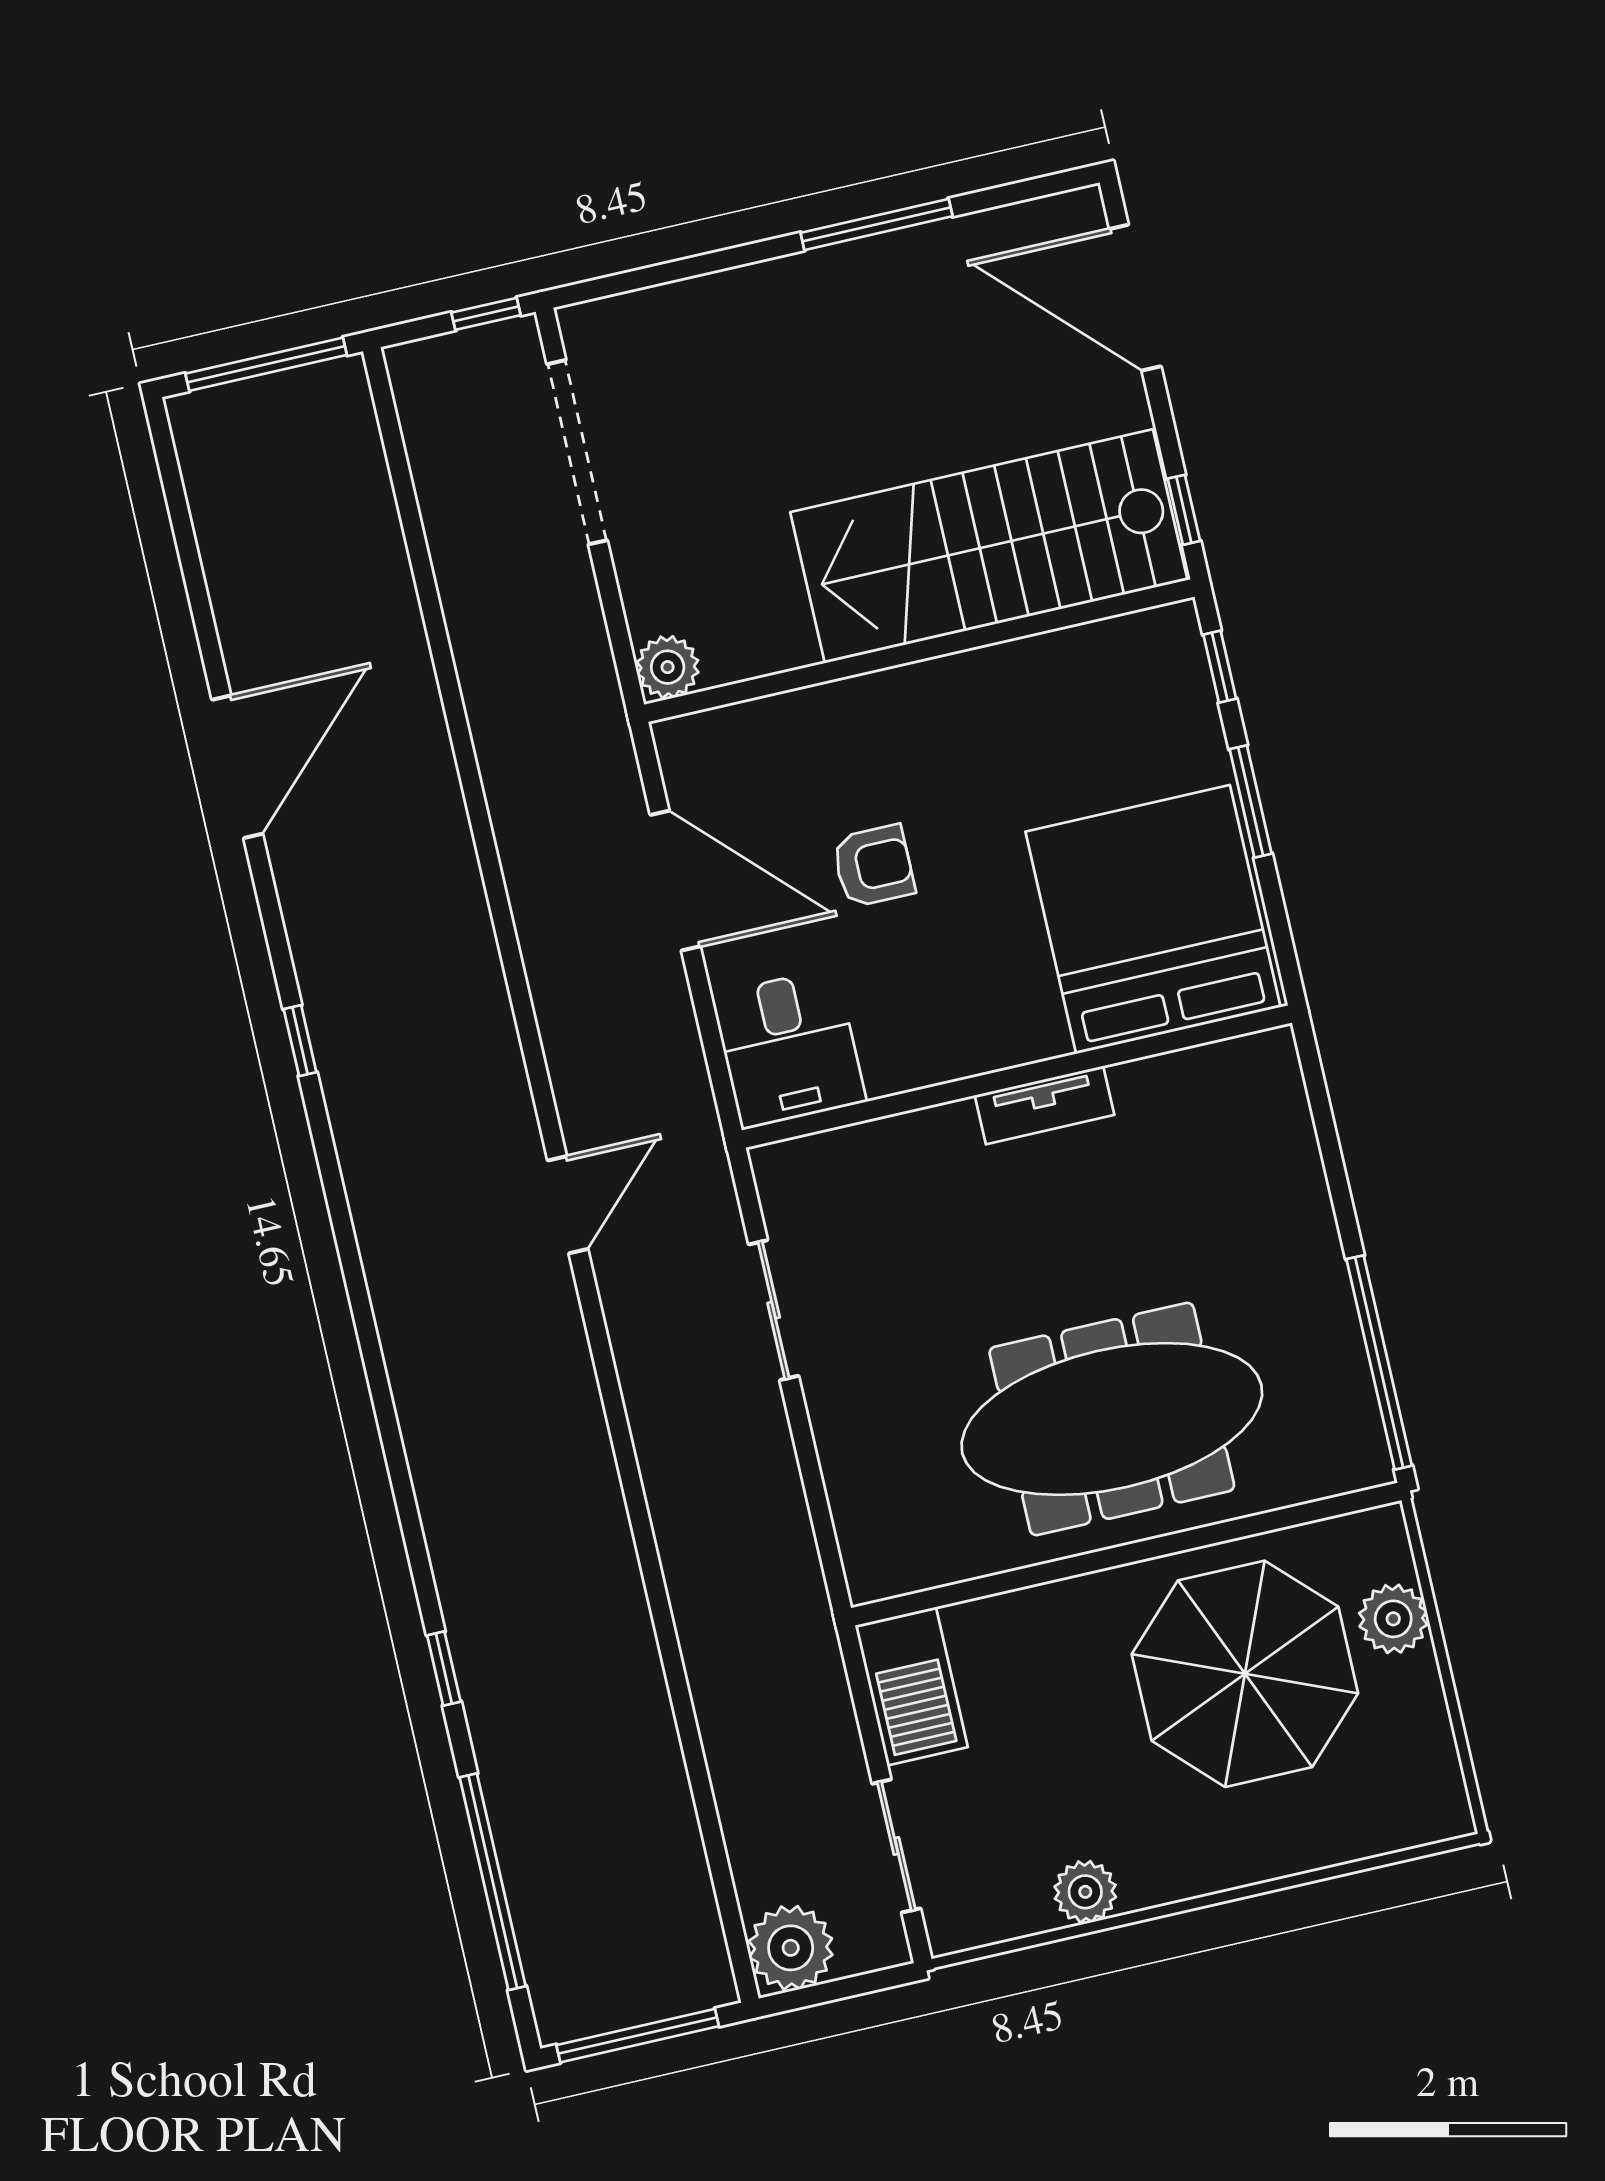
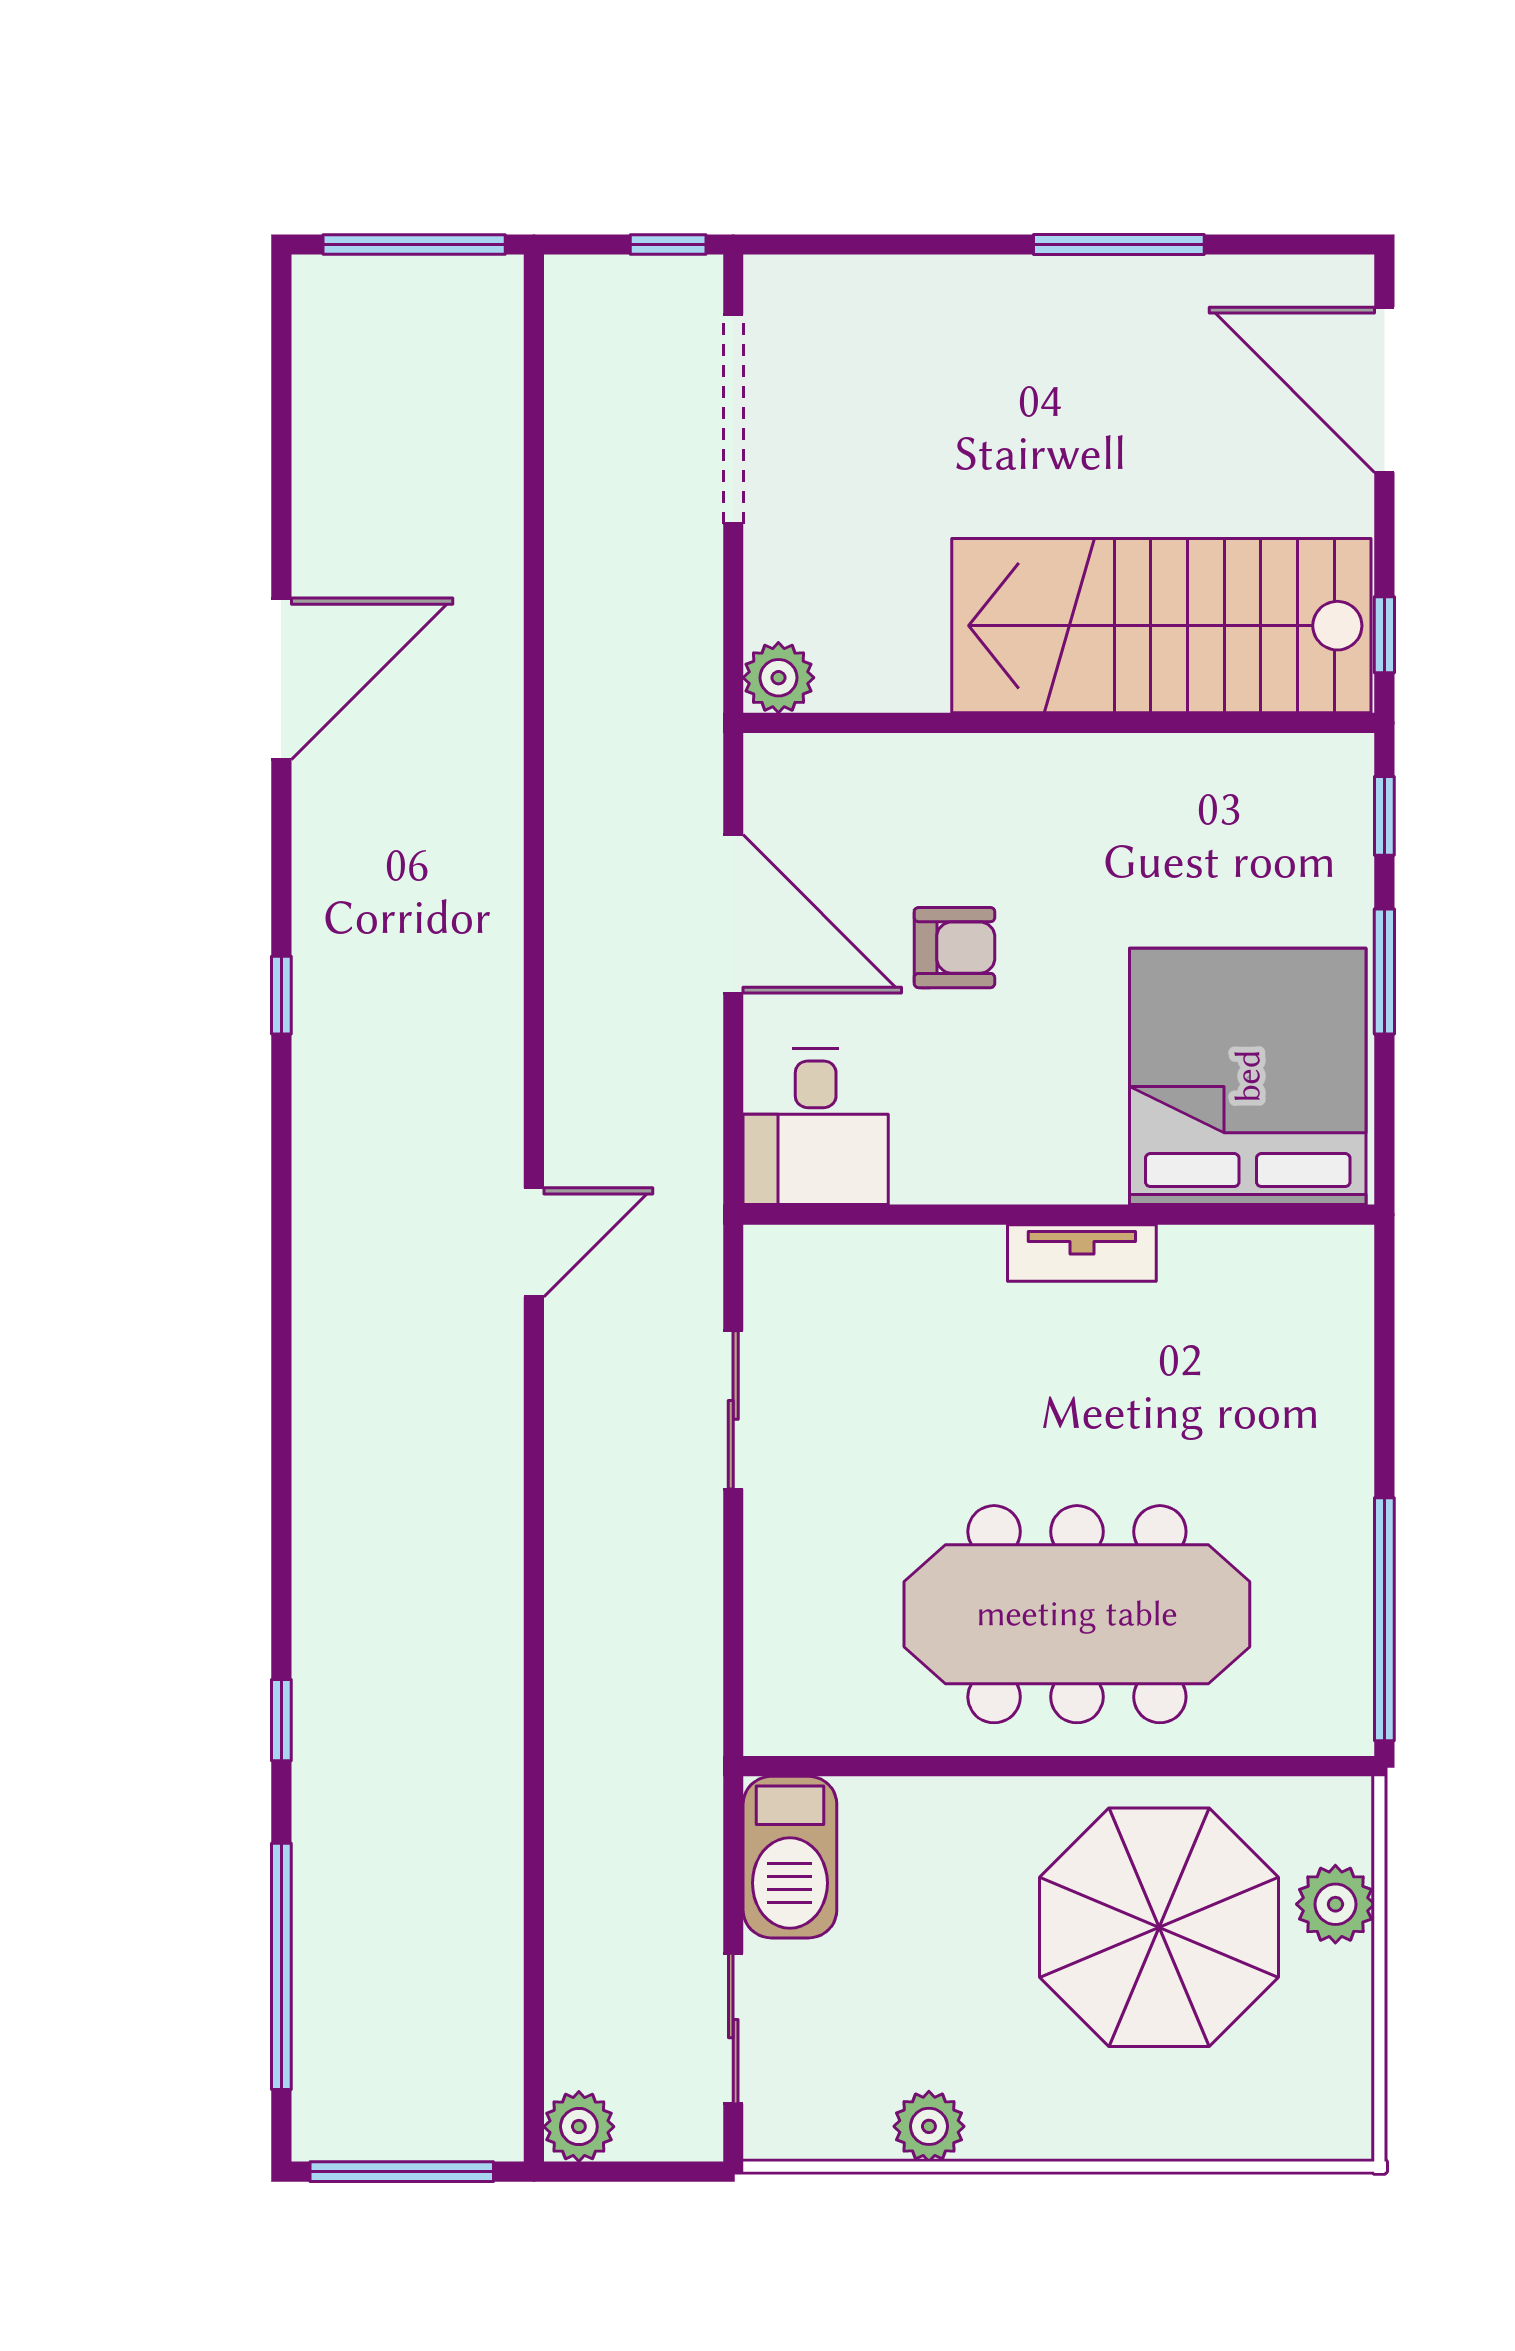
plant: (791, 1948) -> (579, 2127), width x0.73, depth x0.73

